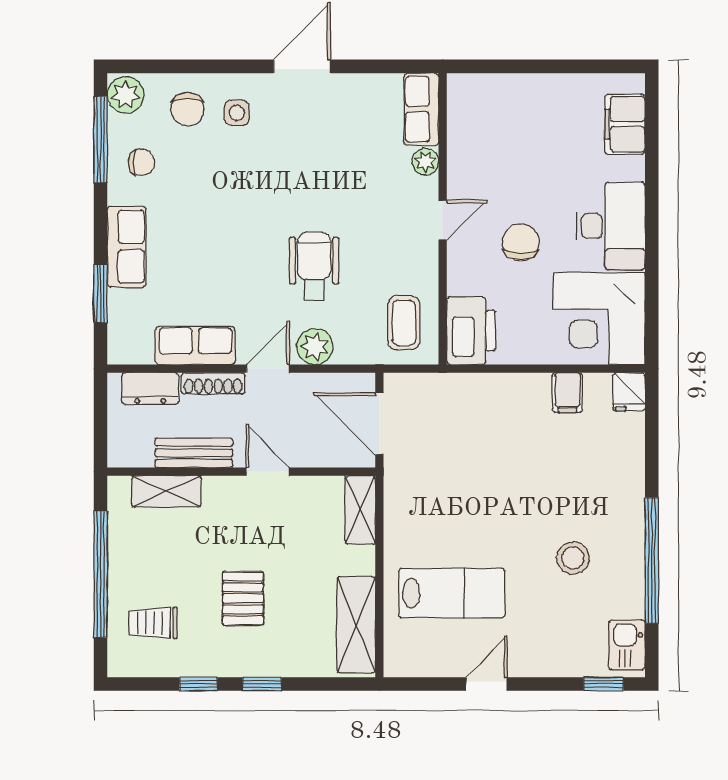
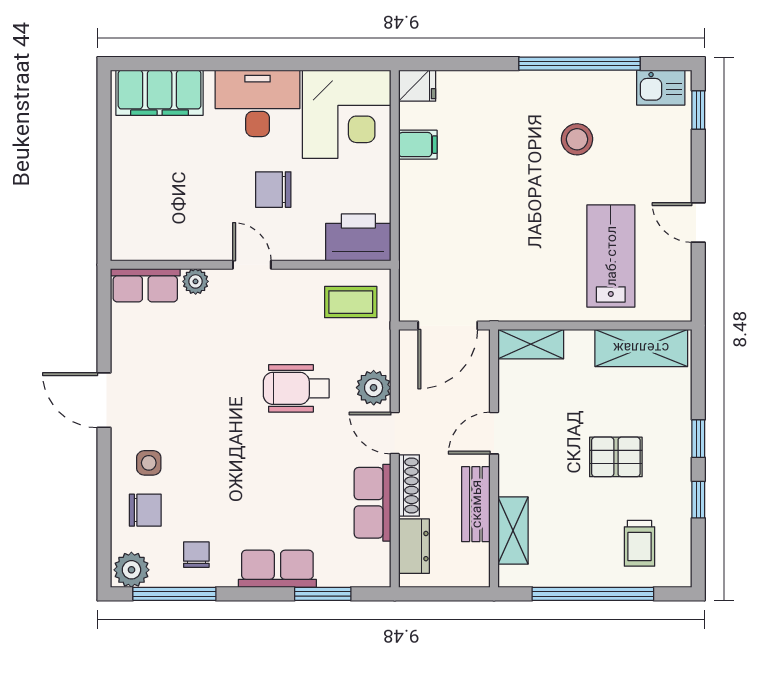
filing cabinet: (625, 124) -> (160, 93), width x1.50, depth x1.17

